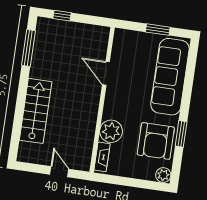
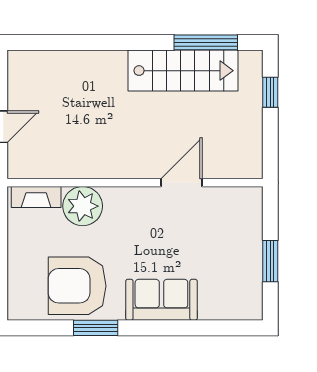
sofa: (170, 77) -> (161, 300), width x0.54, depth x0.79
stairs: (36, 111) -> (183, 71), moved
plant: (163, 175) -> (20, 307), removed

